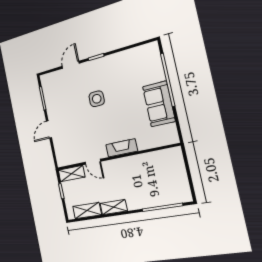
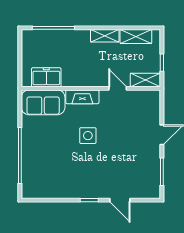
door: (71, 65) -> (120, 200), hinge flipped
side table: (97, 99) -> (88, 136), moved
sofa: (159, 104) -> (43, 102), moved, turned 90
freezer: (159, 159) -> (46, 77), added

